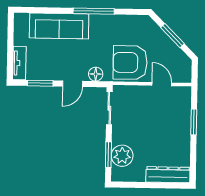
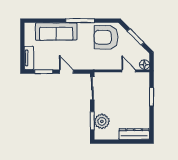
armchair: (130, 63) -> (106, 37), moved
floor lamp: (96, 74) -> (145, 65), moved
door: (73, 84) -> (66, 72), swing flipped

